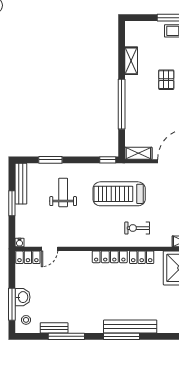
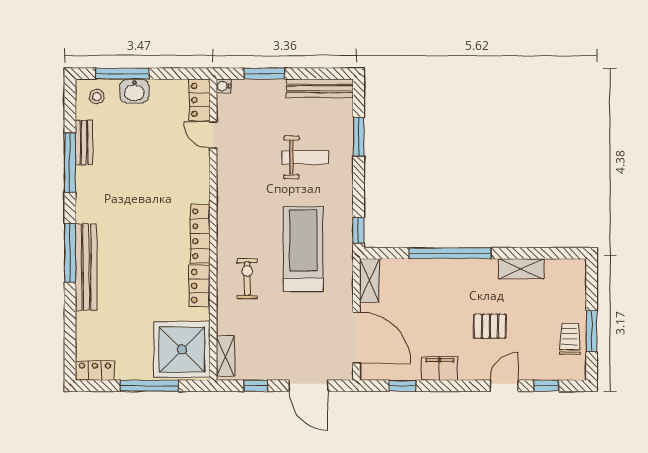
window: (12, 203) -> (264, 74), moved

